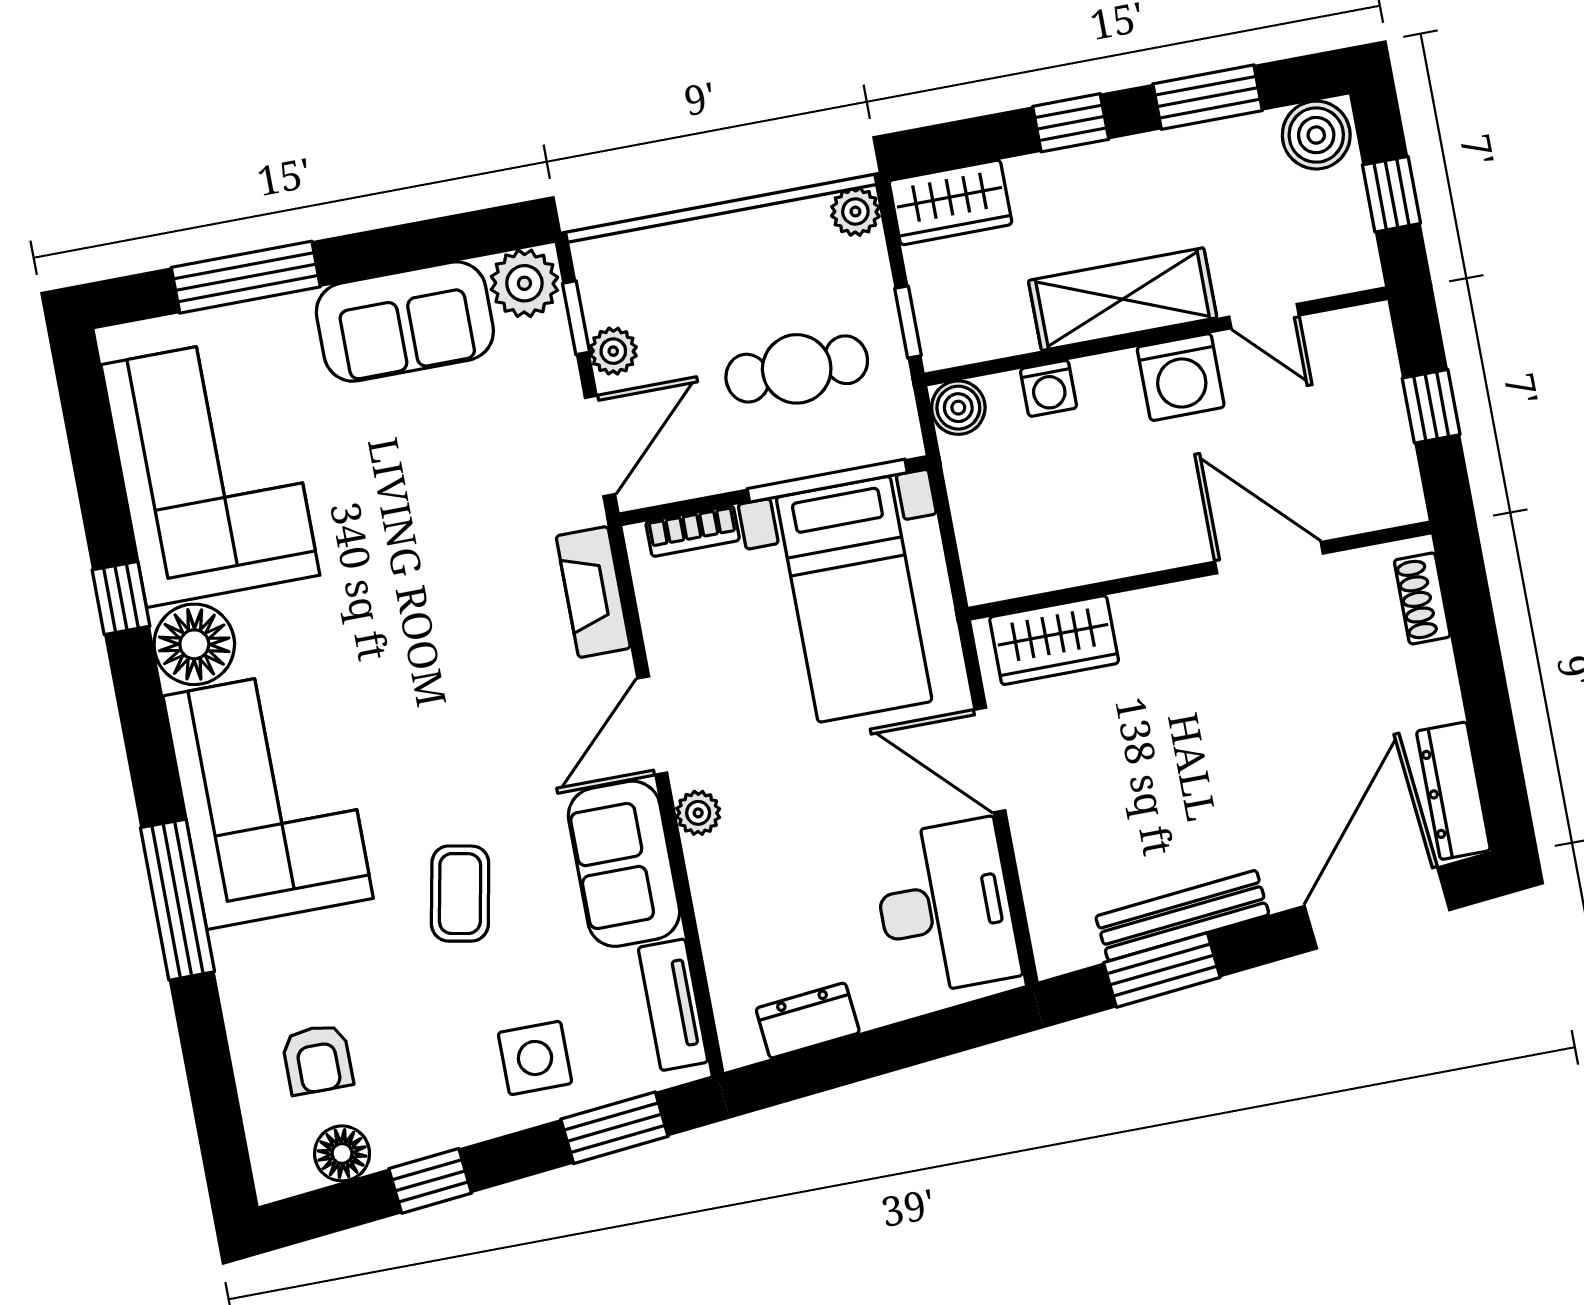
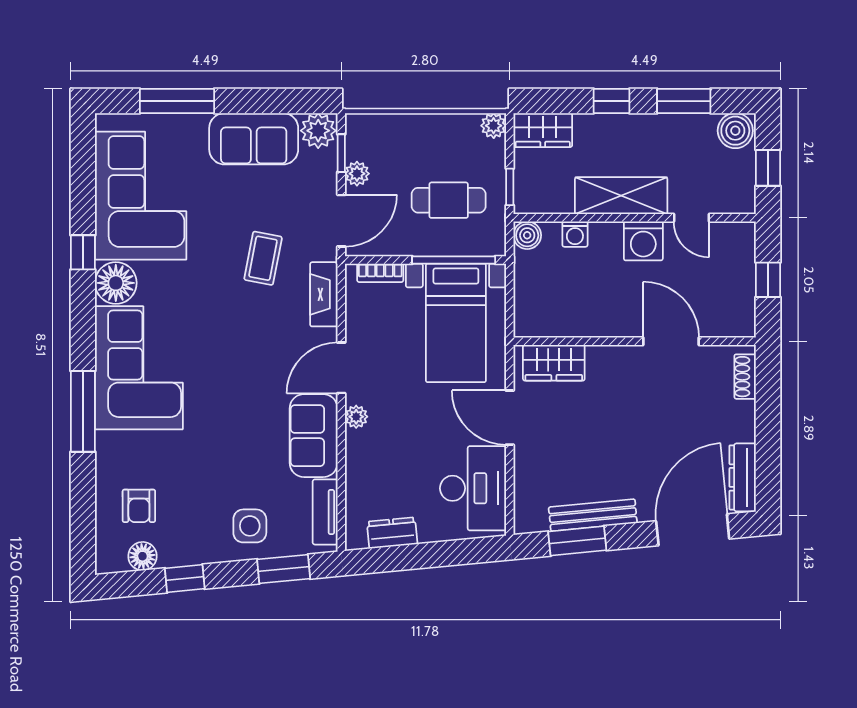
coffee table: (460, 894) -> (263, 258), moved

